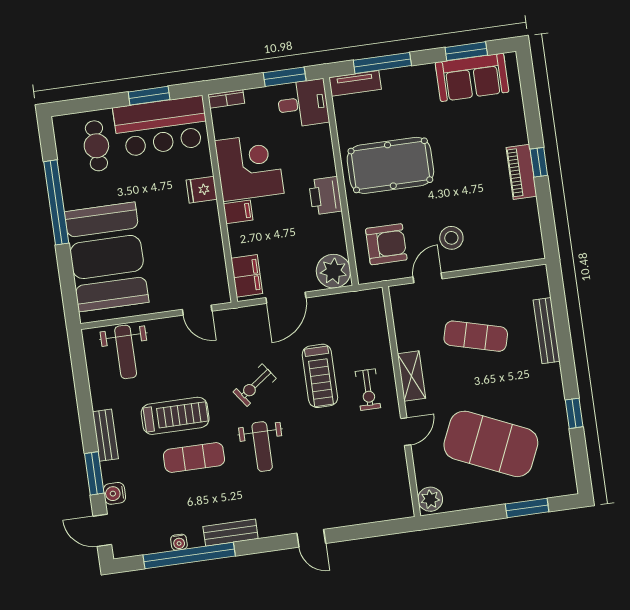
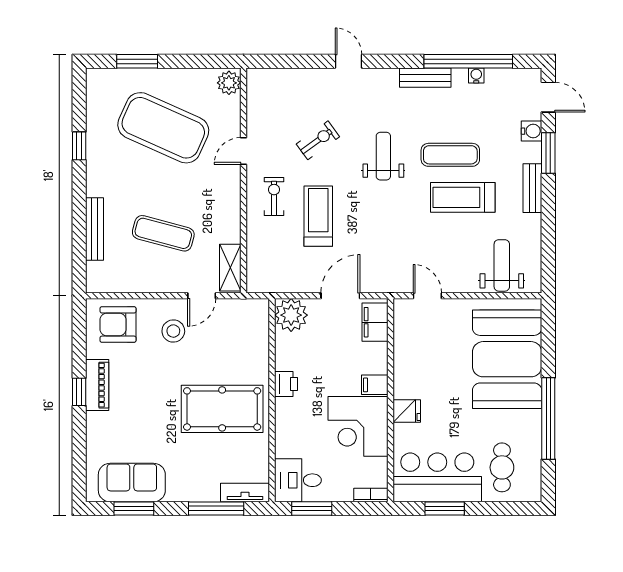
printer: (325, 196) -> (286, 384), width x0.73, depth x0.81
armchair: (386, 244) -> (118, 325), moved
shelving: (412, 376) -> (230, 268), moved
exercise bike: (255, 385) -> (318, 140), moved

